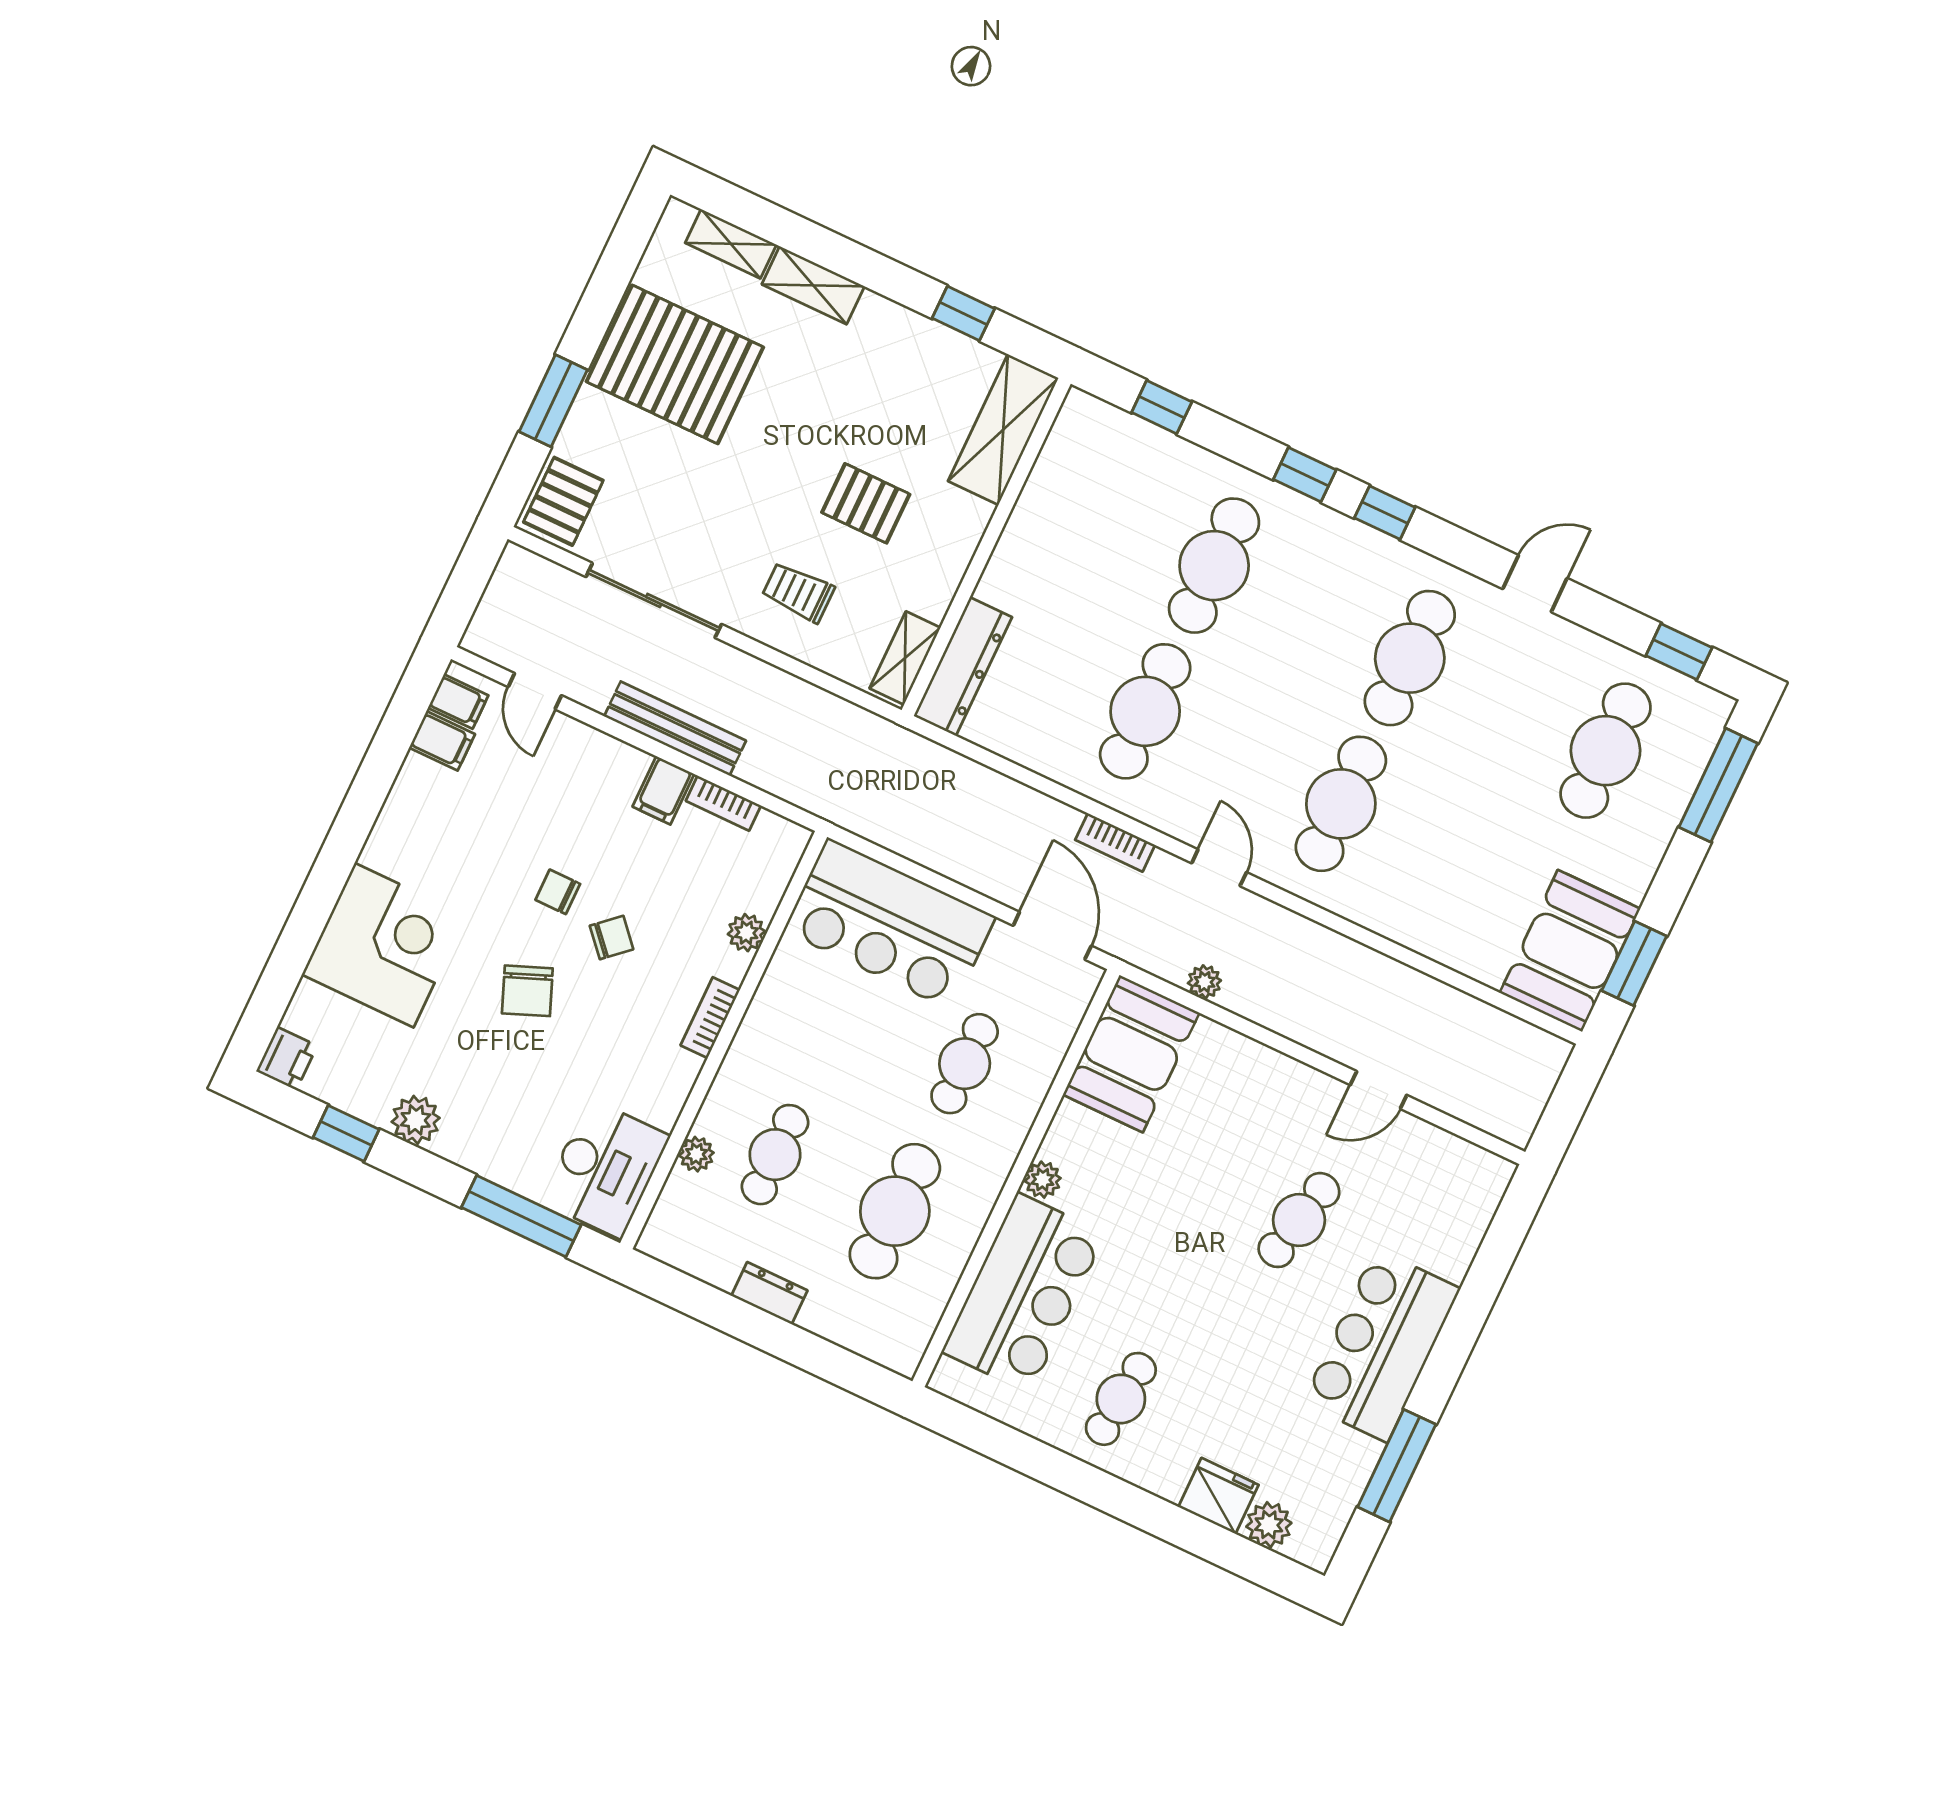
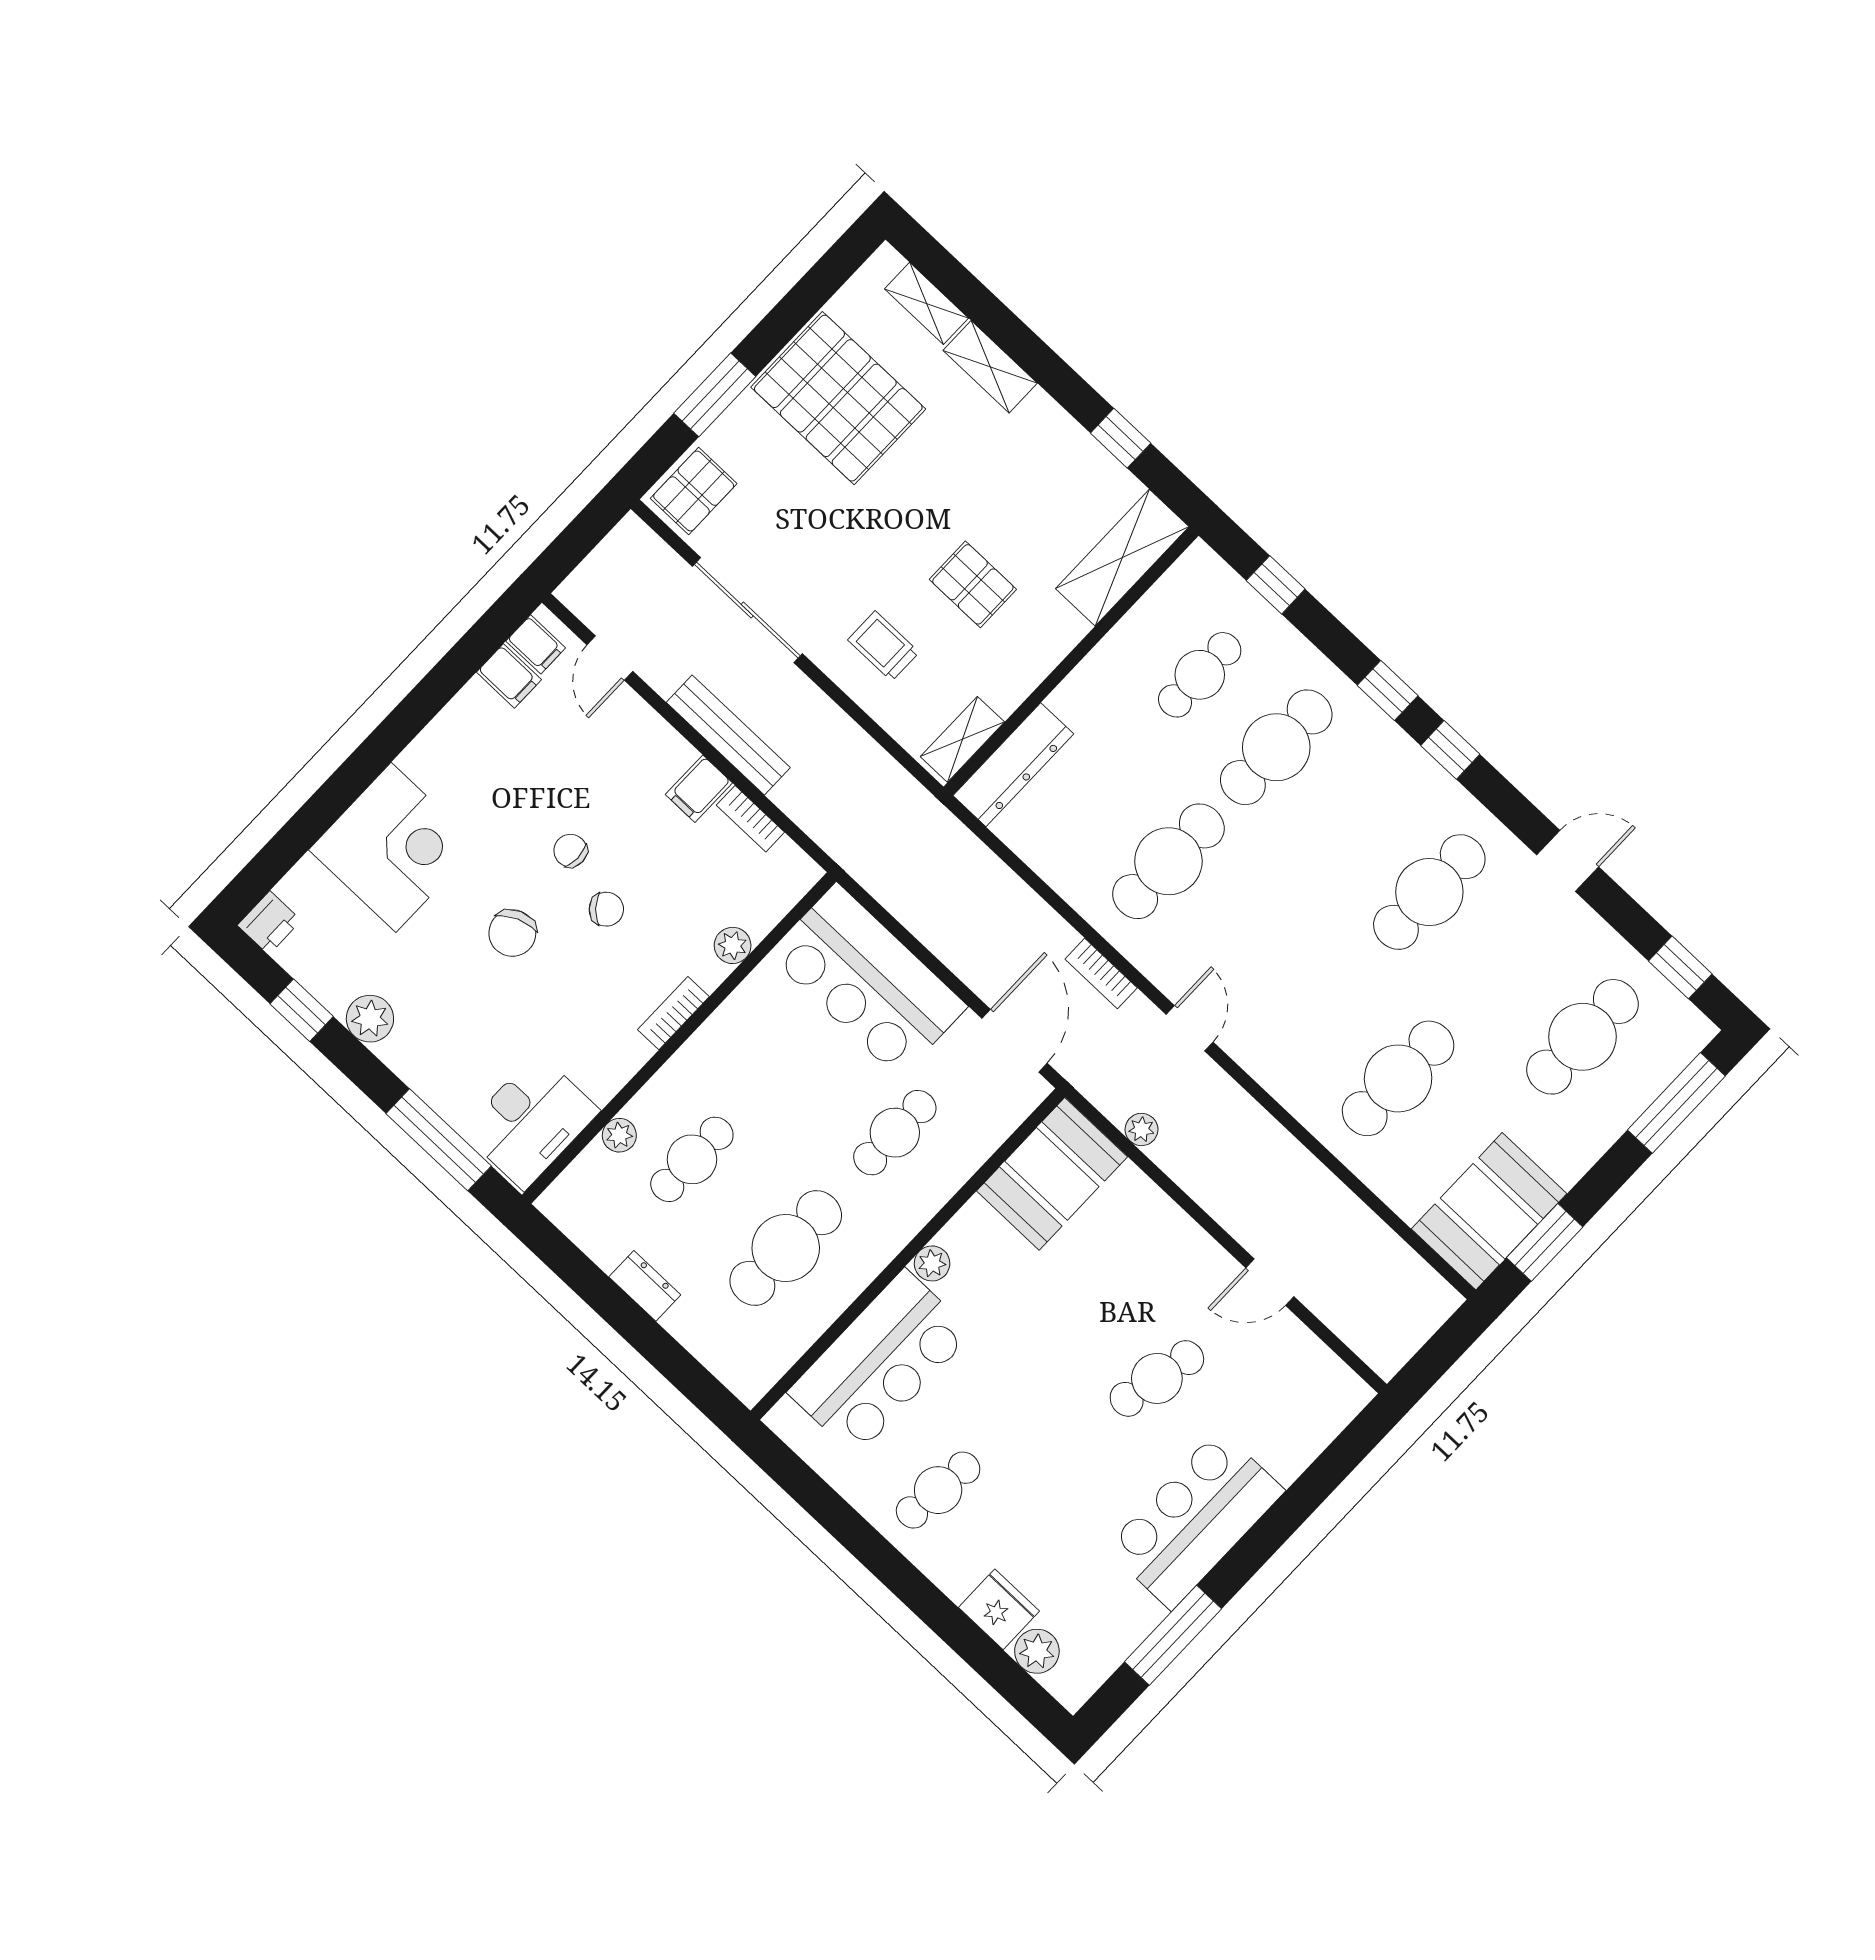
cafe table: (1116, 519) -> (1200, 675), added
cafe table: (1341, 804) -> (1398, 1078), moved

